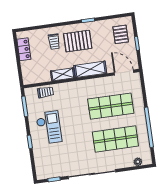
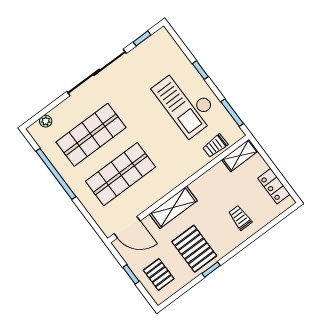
pallet: (78, 41) -> (194, 249), moved, turned 90
shelving: (63, 74) -> (240, 155), moved
checkout: (49, 127) -> (186, 102), width x1.36, depth x1.21

